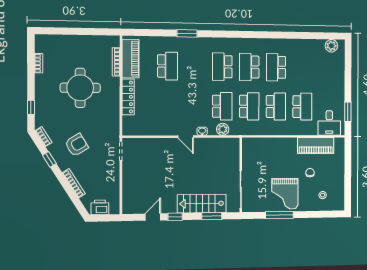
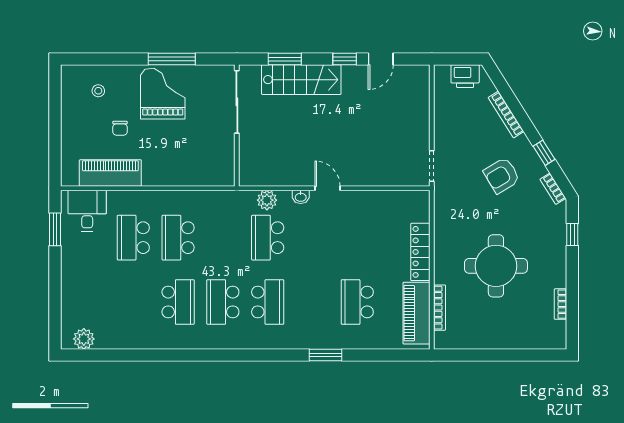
school desk: (249, 67) -> (223, 302), turned 180
school desk: (249, 106) -> (223, 238), removed

